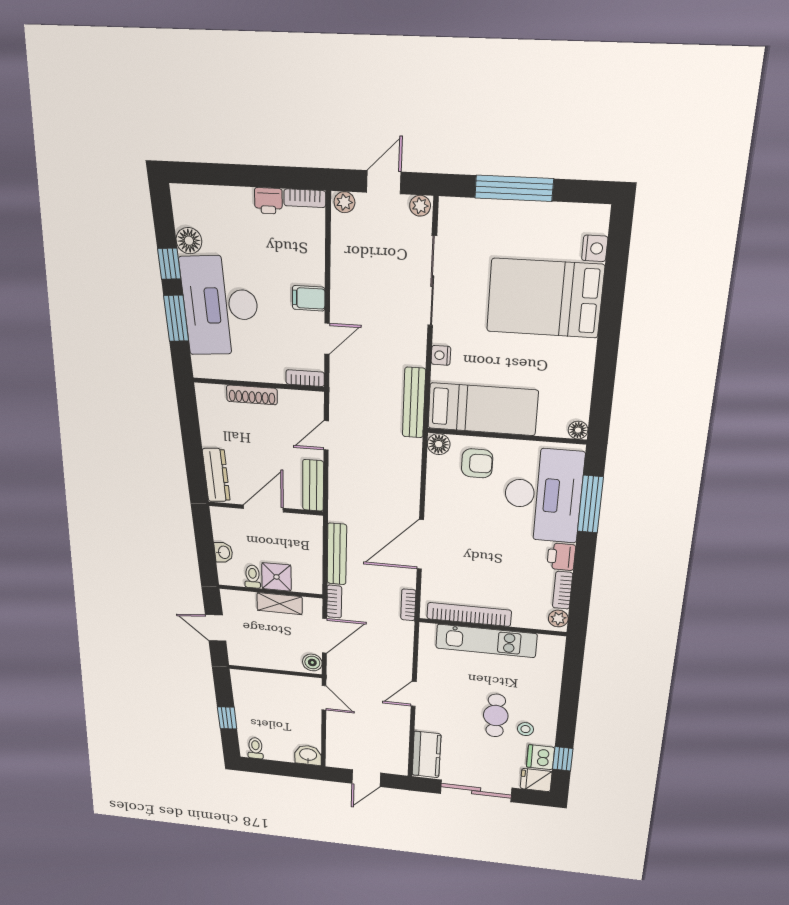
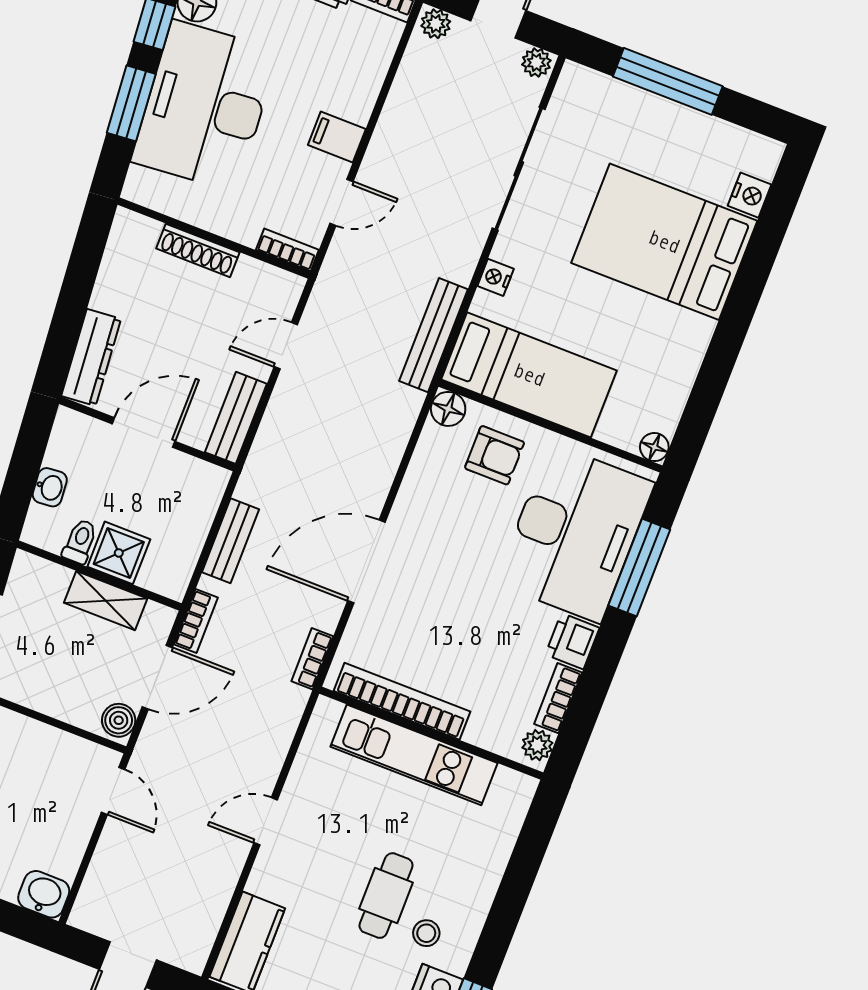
bench: (337, 554) -> (231, 541), width x0.73

